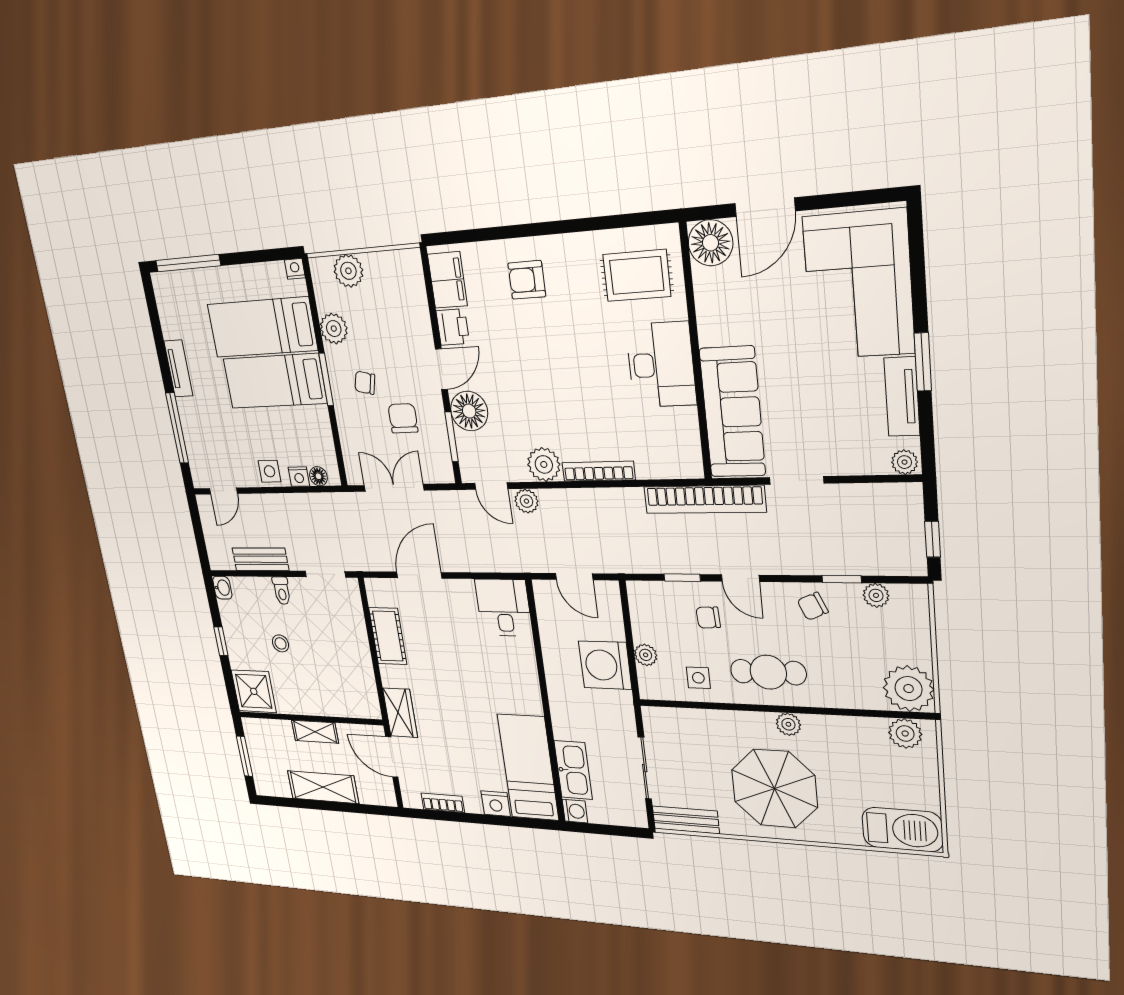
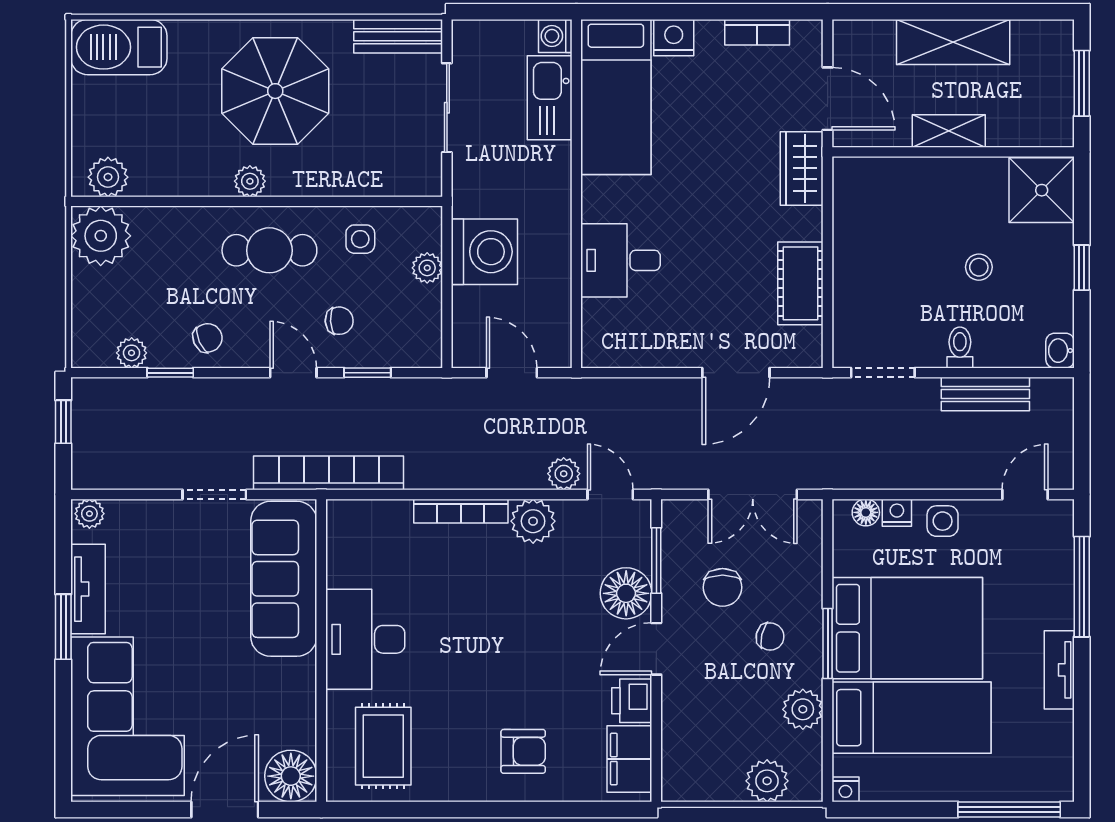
rug: (637, 275) -> (383, 746), turned 90
bed: (275, 381) -> (907, 628), width x1.50
desk: (504, 608) -> (621, 260), moved, turned 90

